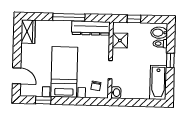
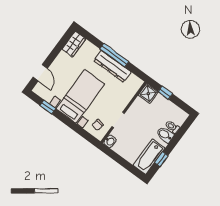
dresser: (91, 28) -> (112, 66), moved
bidet: (159, 33) -> (165, 135), moved
shower: (120, 40) -> (148, 94), moved
window: (170, 60) -> (161, 159), moved

